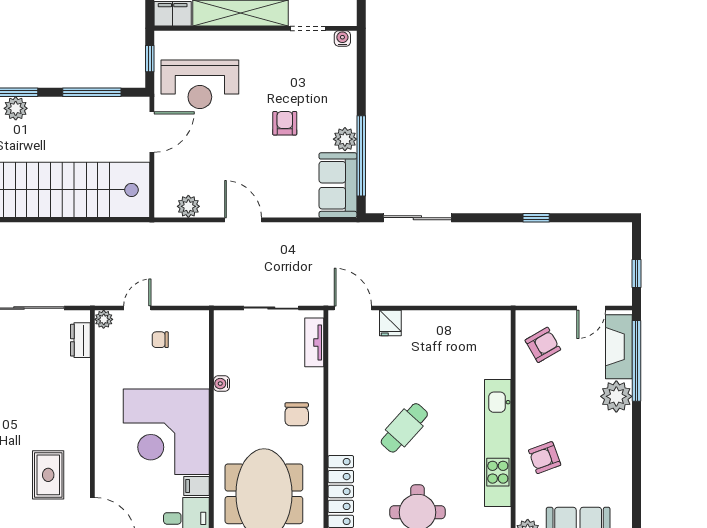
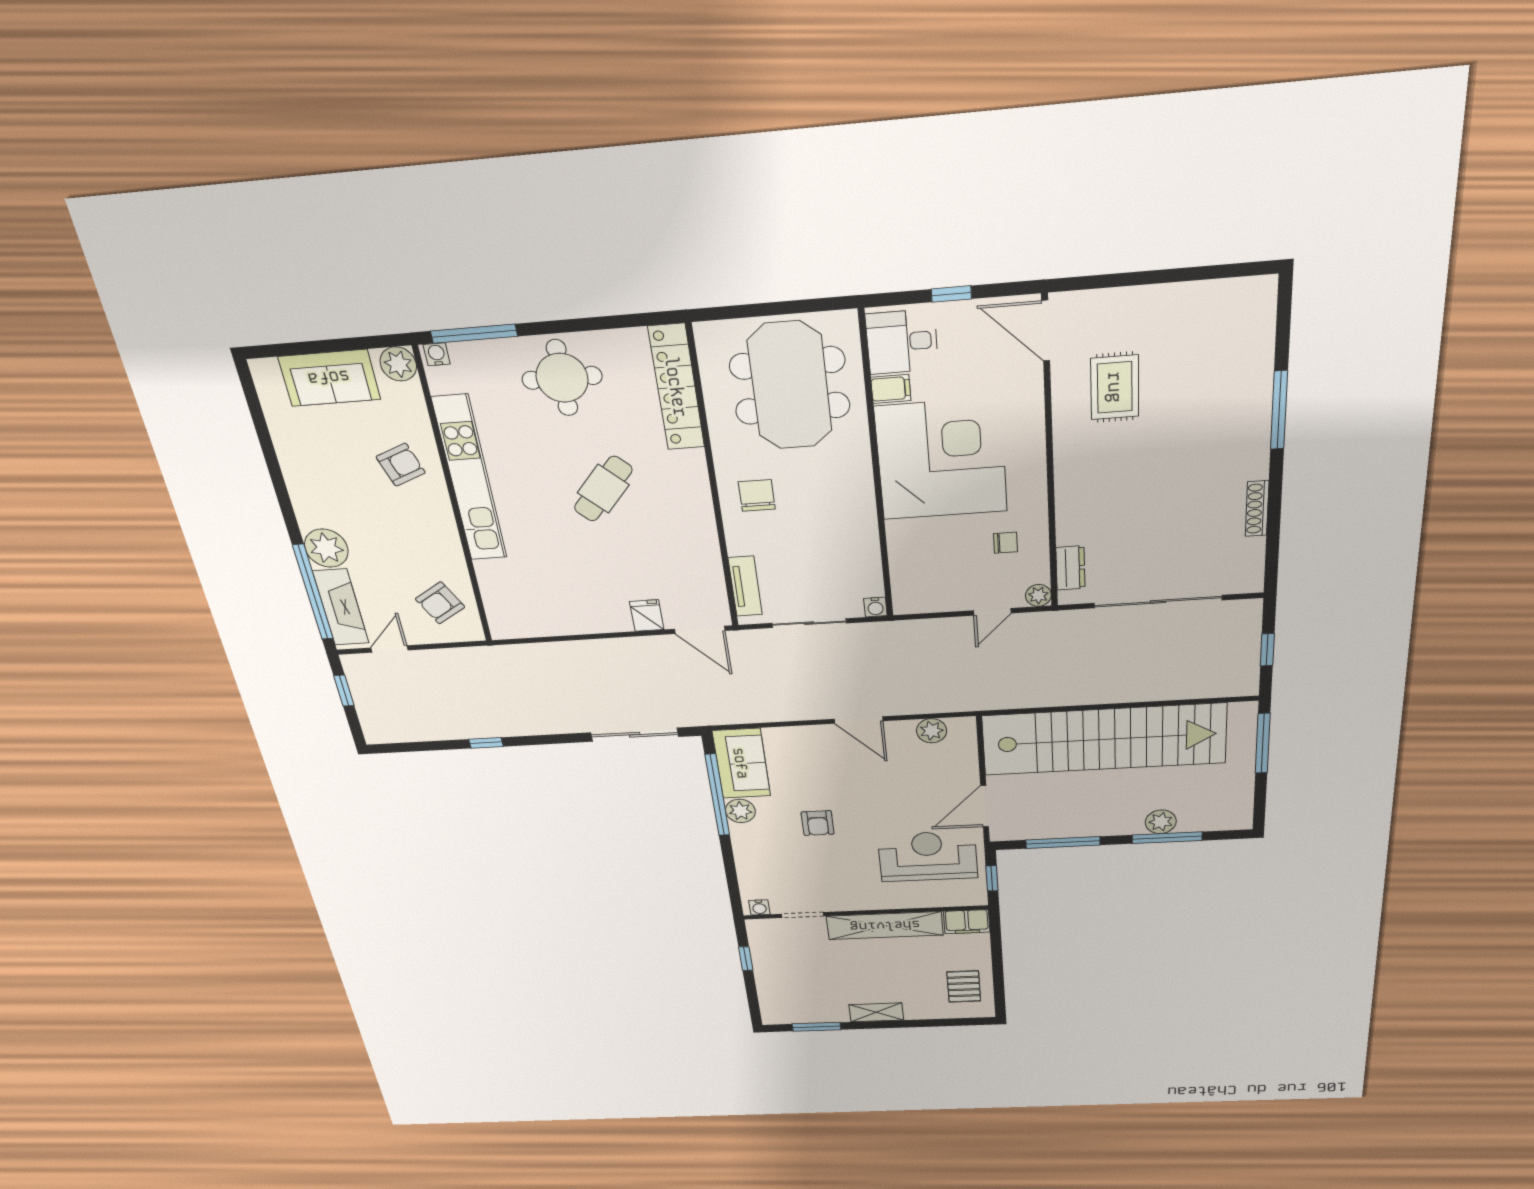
chair: (160, 340) -> (1006, 543), moved
water cooler: (221, 384) -> (875, 607), moved, turned 90

